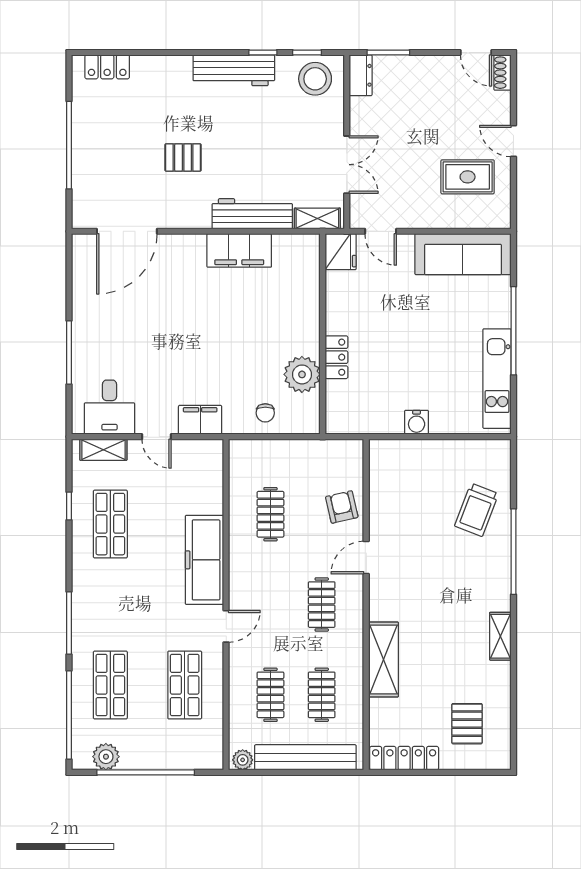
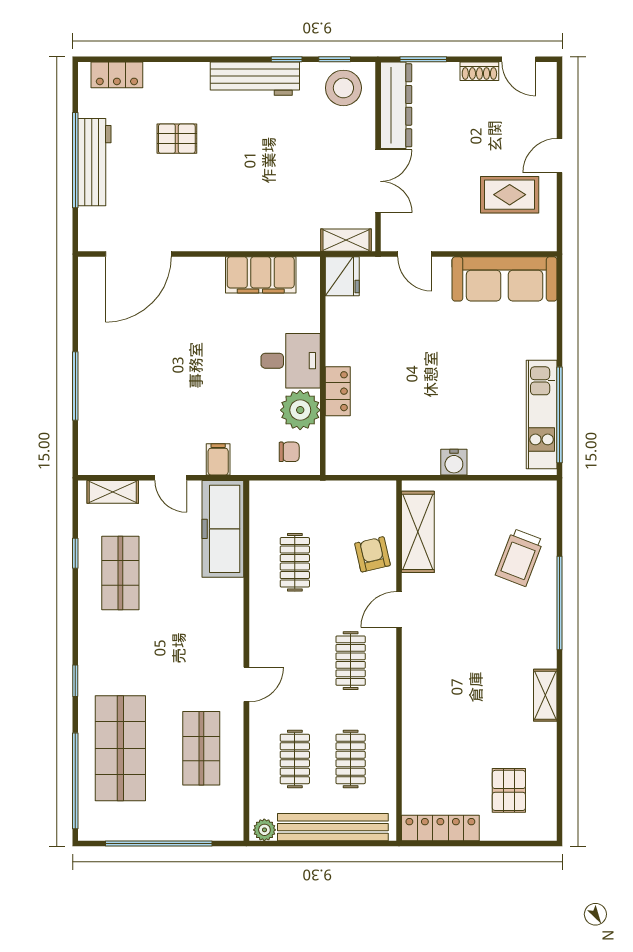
shoe rack: (502, 73) -> (479, 71), moved, turned -90
dresser: (361, 75) -> (396, 105), width x1.96, depth x1.24
door: (513, 141) -> (560, 156), hinge flipped
pallet: (183, 157) -> (177, 139), moved
workbench: (252, 214) -> (94, 162), moved, turned 90
fridge: (341, 252) -> (342, 276), moved
window: (513, 331) -> (560, 415), moved
wall: (323, 334) -> (323, 366), moved
locker: (336, 357) -> (338, 391), moved
plant: (302, 374) -> (300, 410), moved
desk: (109, 407) -> (291, 361), moved, turned -90
chair: (265, 413) -> (289, 452), turned -90
filing cabinet: (200, 420) -> (218, 459), width x0.50
freezer: (204, 560) -> (223, 529), moved
window: (69, 623) -> (75, 681), width x0.46
shelving: (383, 660) -> (418, 532), moved
shop shelf: (110, 685) -> (120, 748), width x1.43, depth x1.36
plant: (106, 757) -> (116, 826), removed

